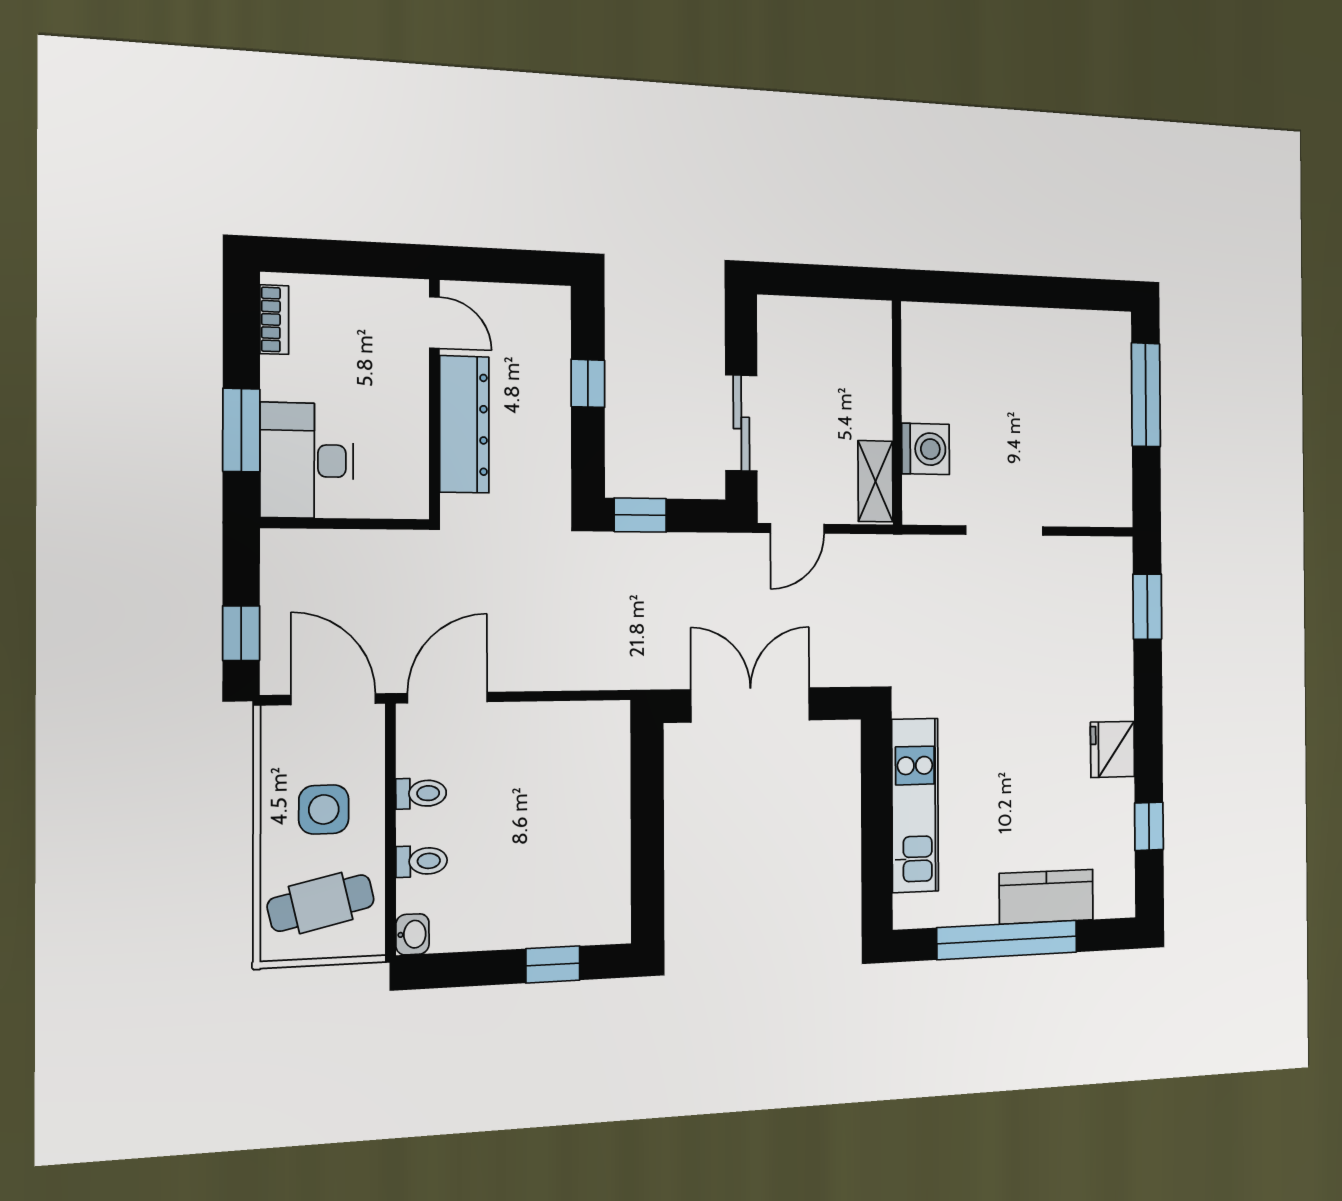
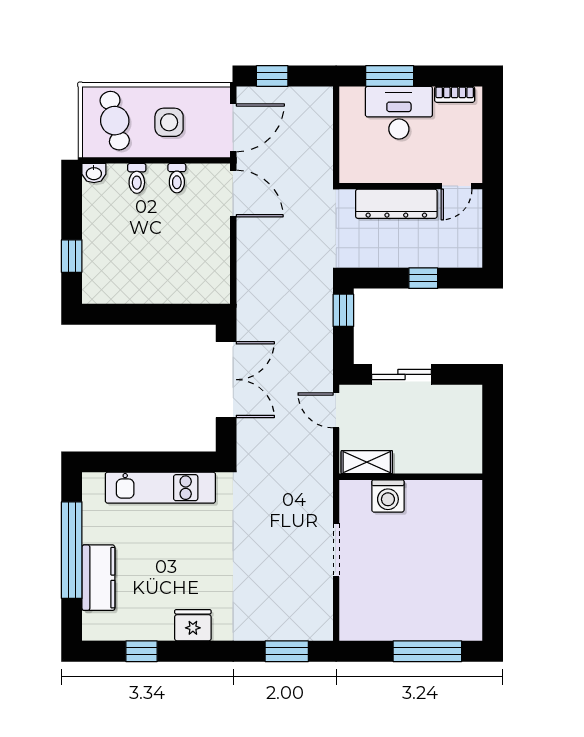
desk: (307, 461) -> (399, 113), moved

